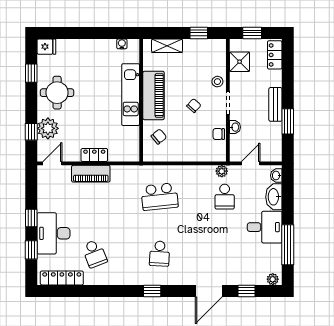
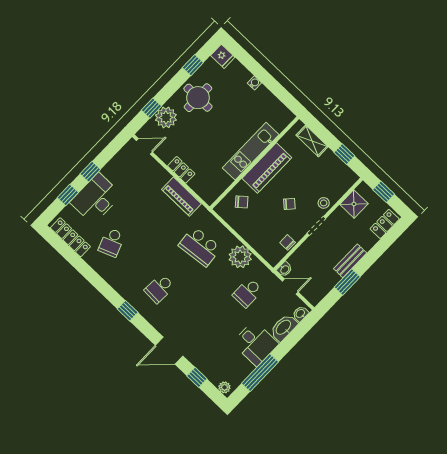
water cooler: (122, 44) -> (254, 83), moved
washbasin: (235, 127) -> (285, 269), moved
plant: (222, 171) -> (240, 257), moved, width x1.87, depth x1.87
piano: (91, 174) -> (181, 197), moved

